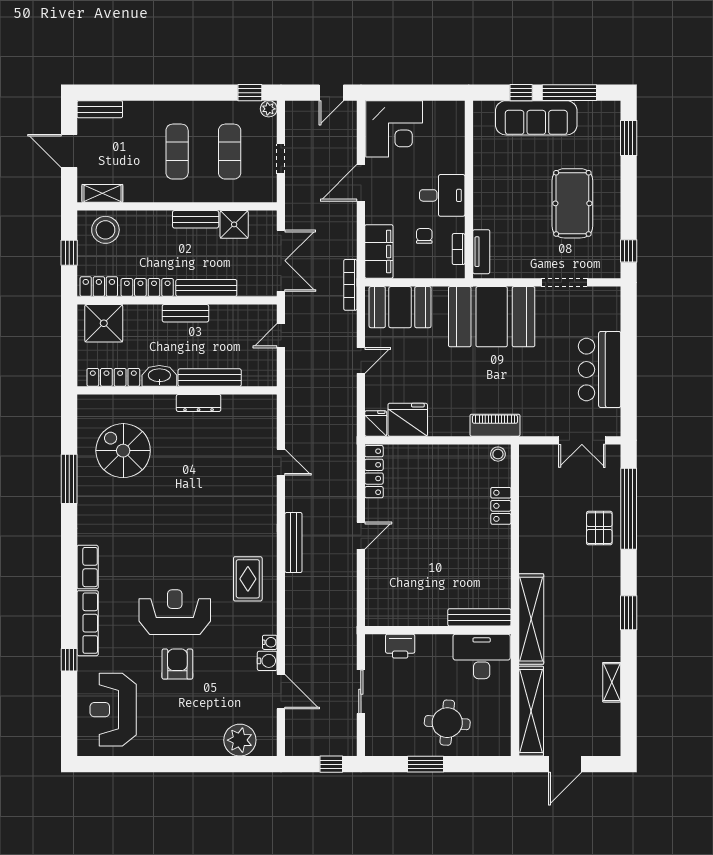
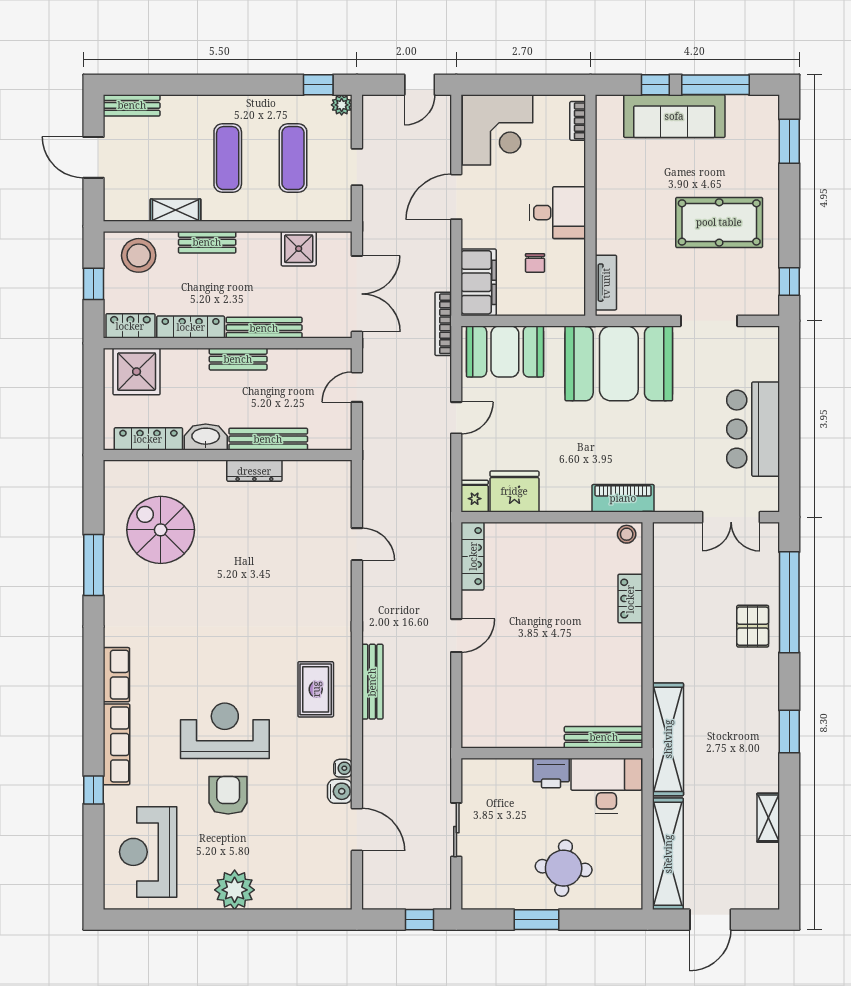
shelving: (102, 193) -> (176, 210), moved
pool table: (572, 203) -> (719, 222), turned 90
bench: (196, 219) -> (207, 242), moved
chair: (424, 236) -> (535, 263), turned 180
bookcase: (459, 249) -> (578, 121), moved
bench: (293, 542) -> (372, 682), moved
printer: (400, 646) -> (551, 773), moved
plant: (240, 740) -> (235, 890), moved

